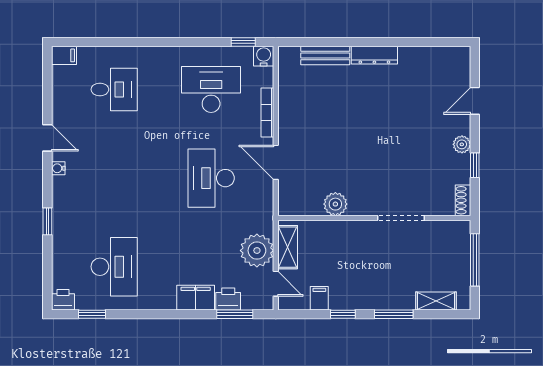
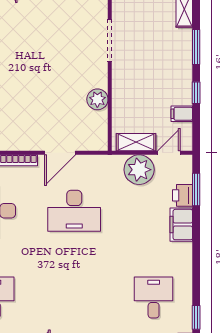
desk: (114, 267) -> (154, 297), width x0.73

